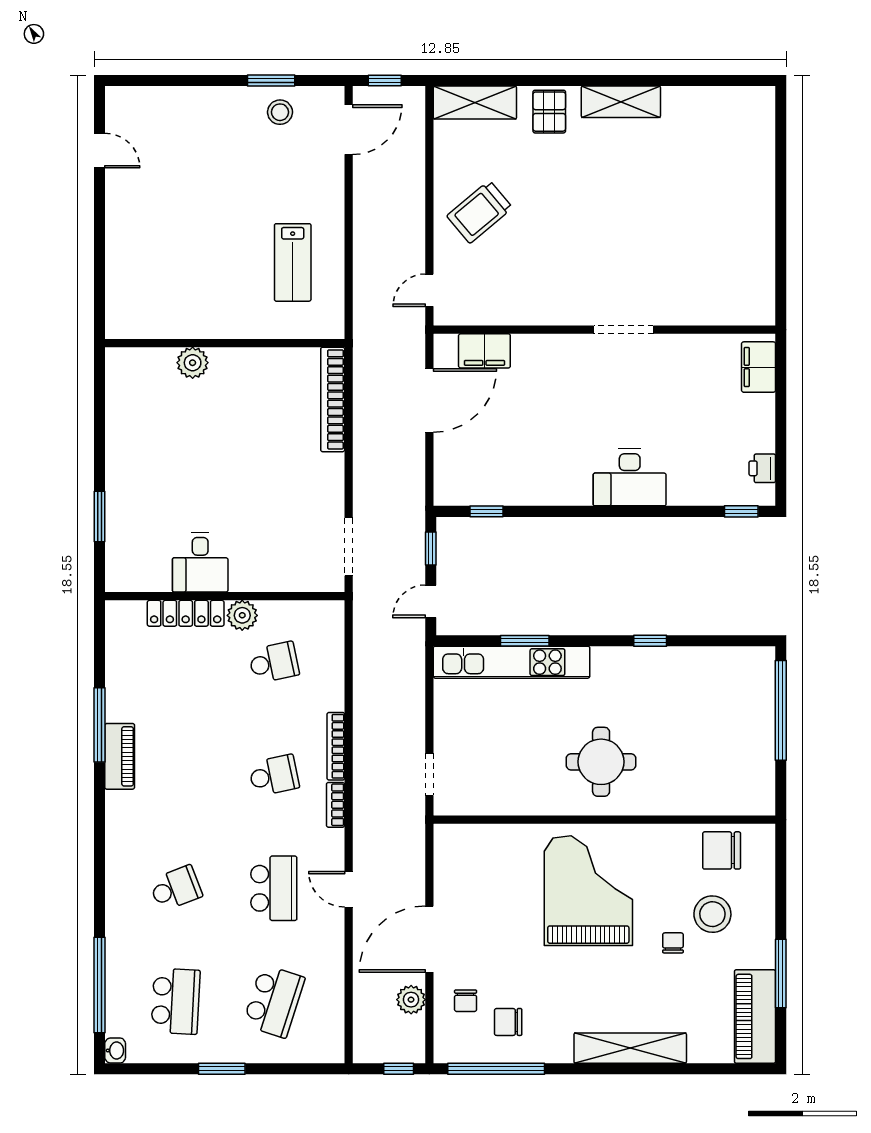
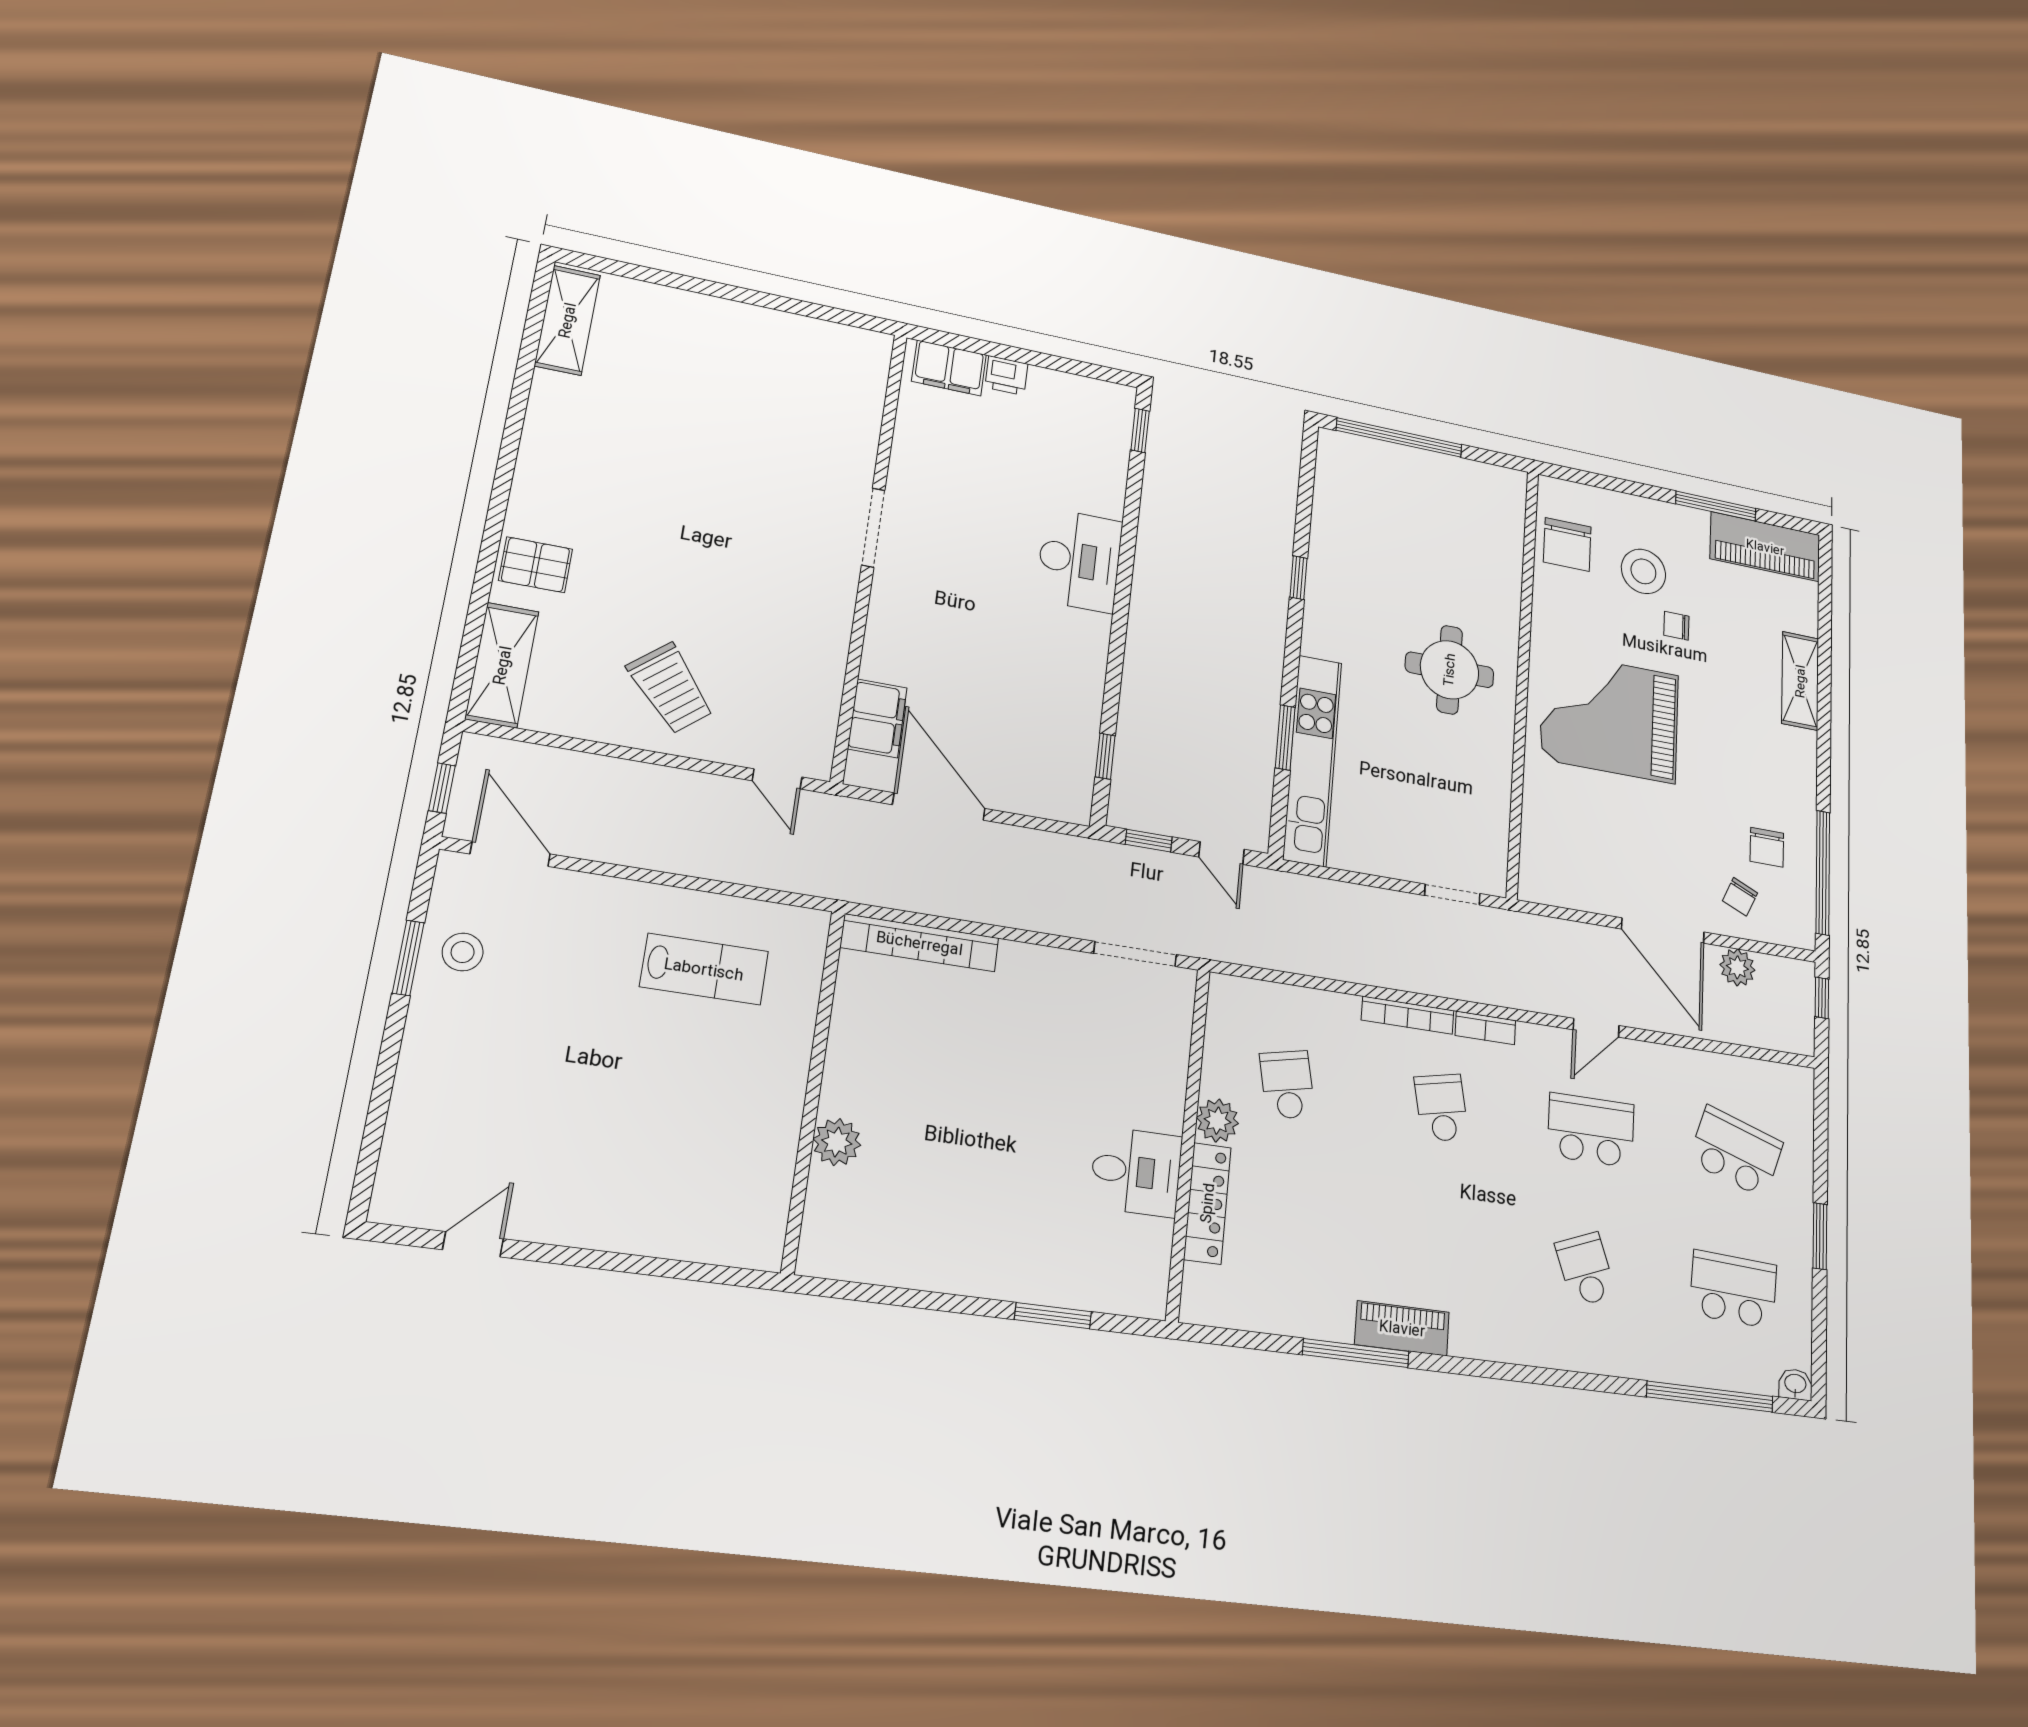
shelving: (621, 102) -> (567, 320), moved
printer: (762, 468) -> (1006, 376), moved
chair: (466, 1001) -> (1740, 897), turned 114
shelving: (630, 1048) -> (1800, 681), width x0.68

